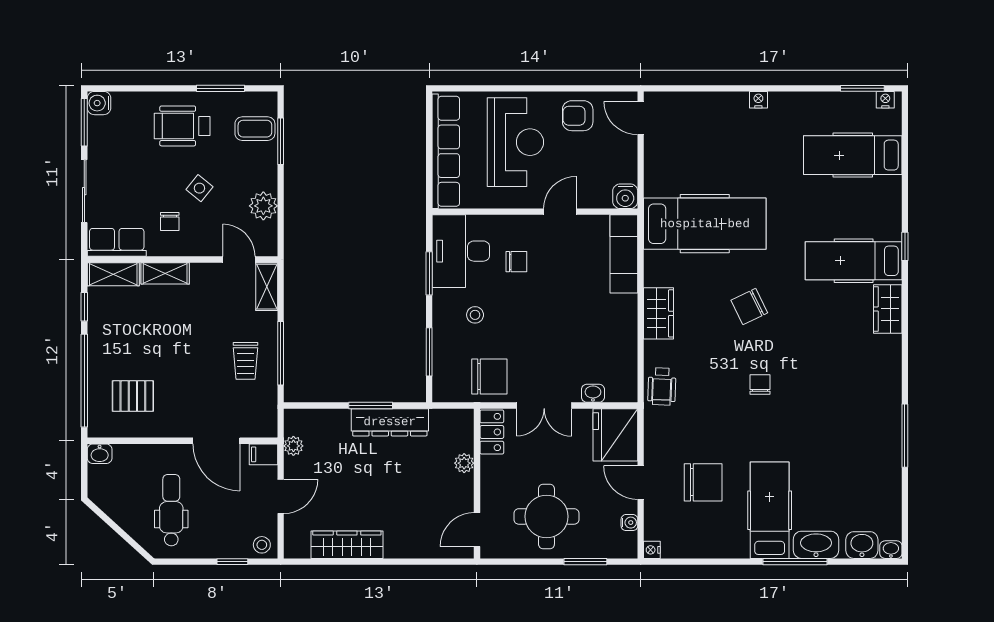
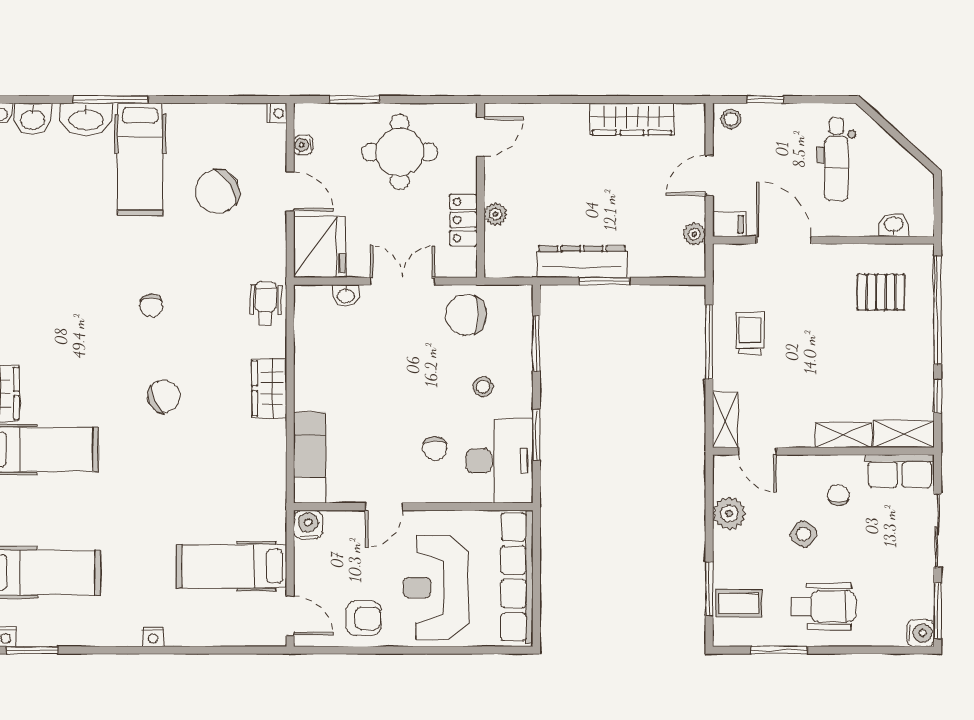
hospital bed: (705, 224) -> (232, 566), moved, width x0.73, depth x0.78
chair: (516, 262) -> (435, 448), turned -90
locker: (492, 432) -> (463, 220), moved
washbasin: (100, 454) -> (894, 225), moved
chair: (703, 482) -> (217, 192), turned -32

